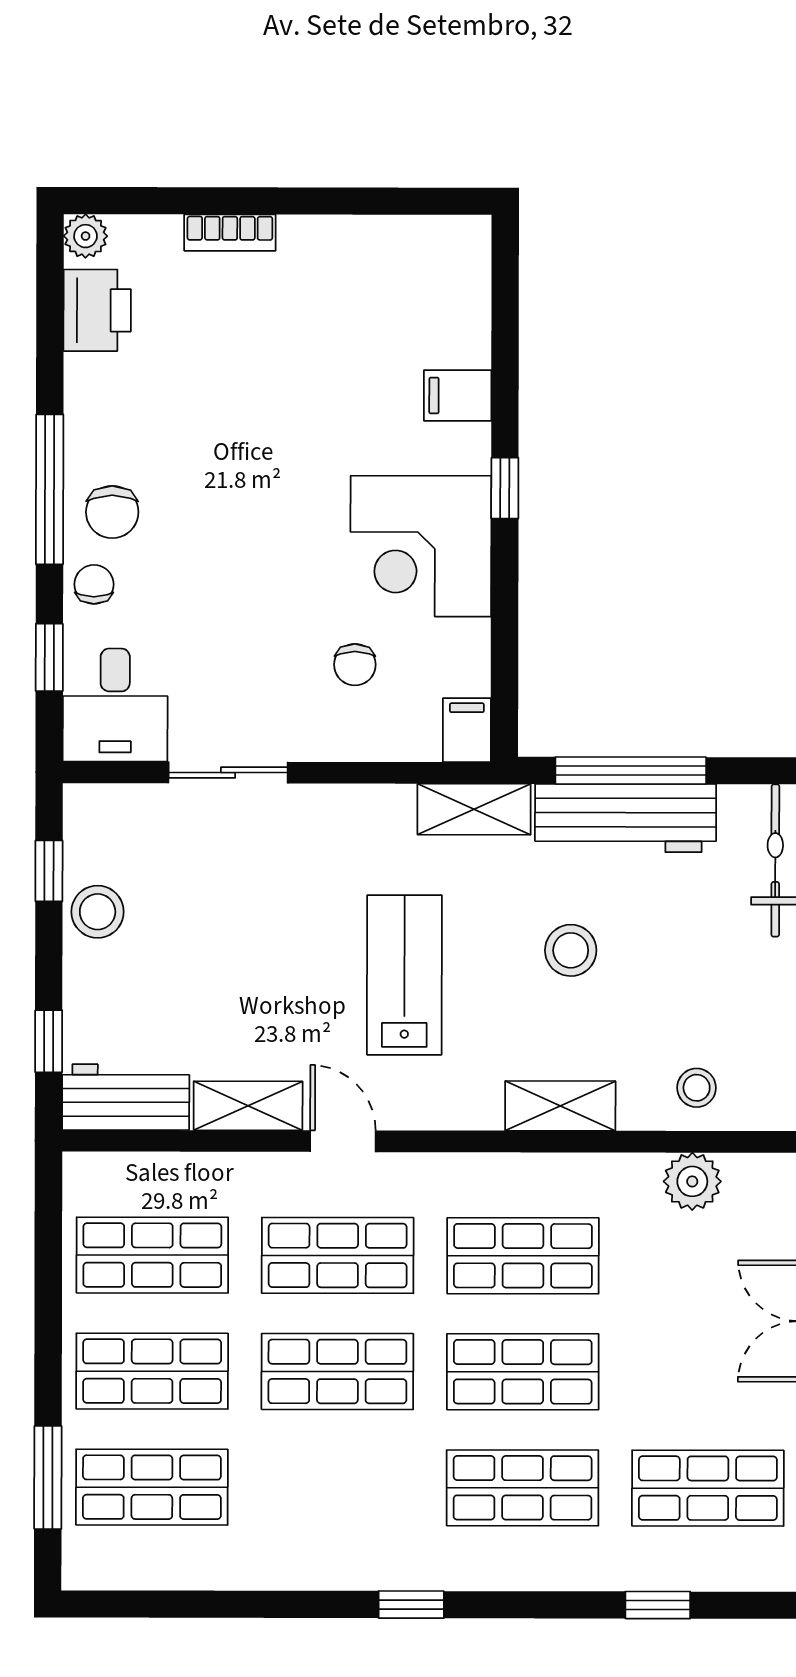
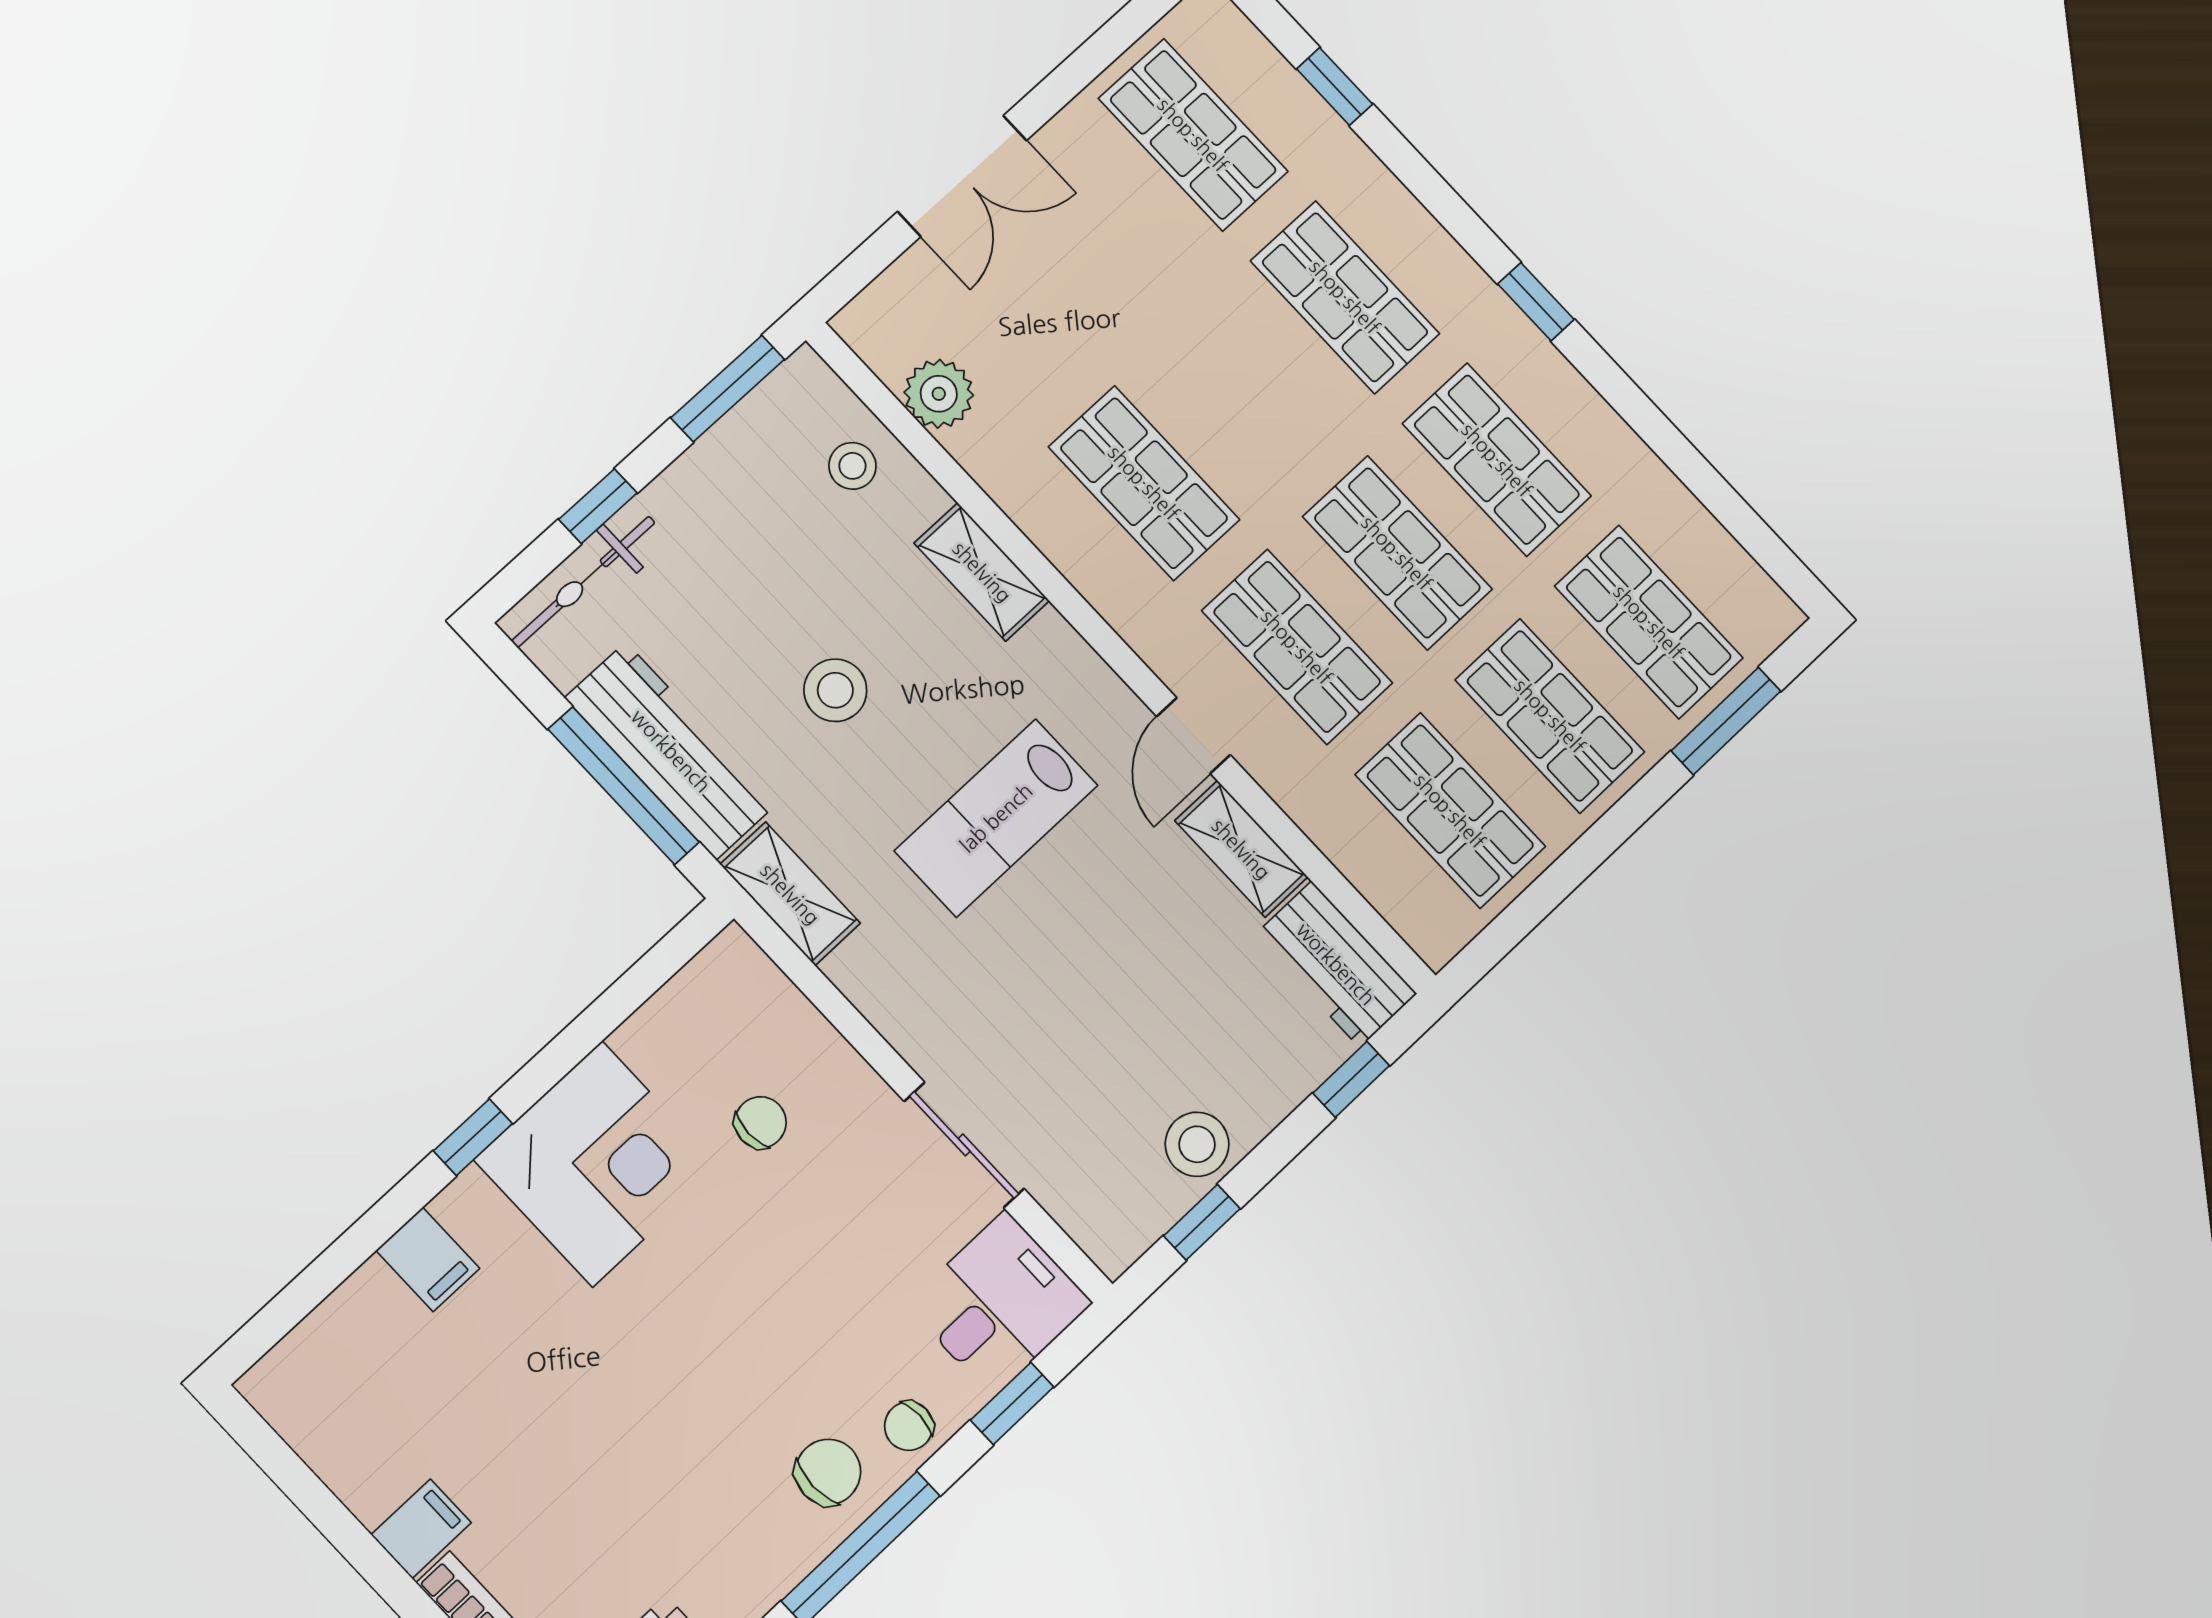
filing cabinet: (467, 730) -> (421, 1529), moved, turned 180
shop shelf: (523, 1372) -> (1497, 460), moved

